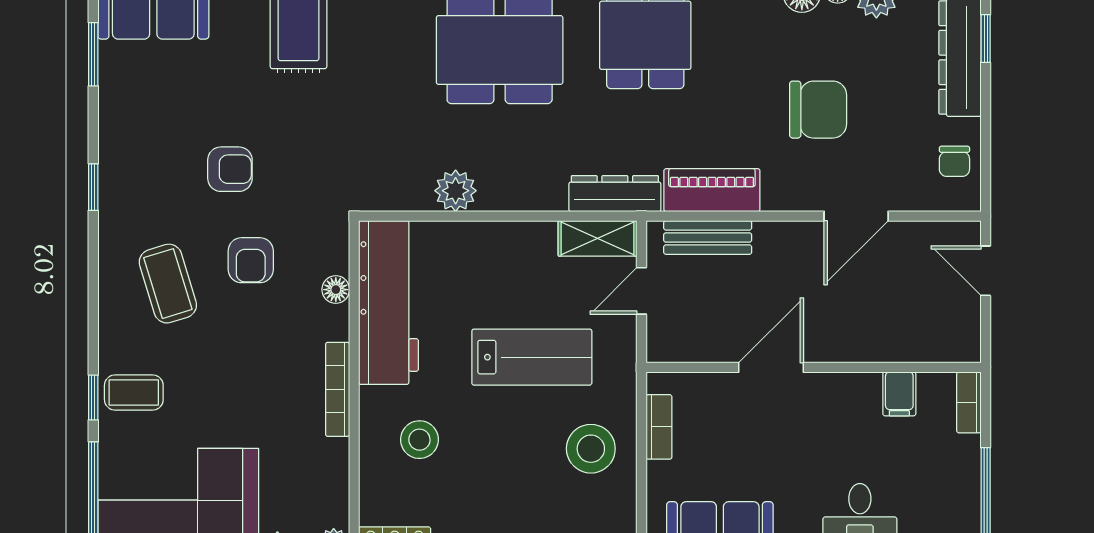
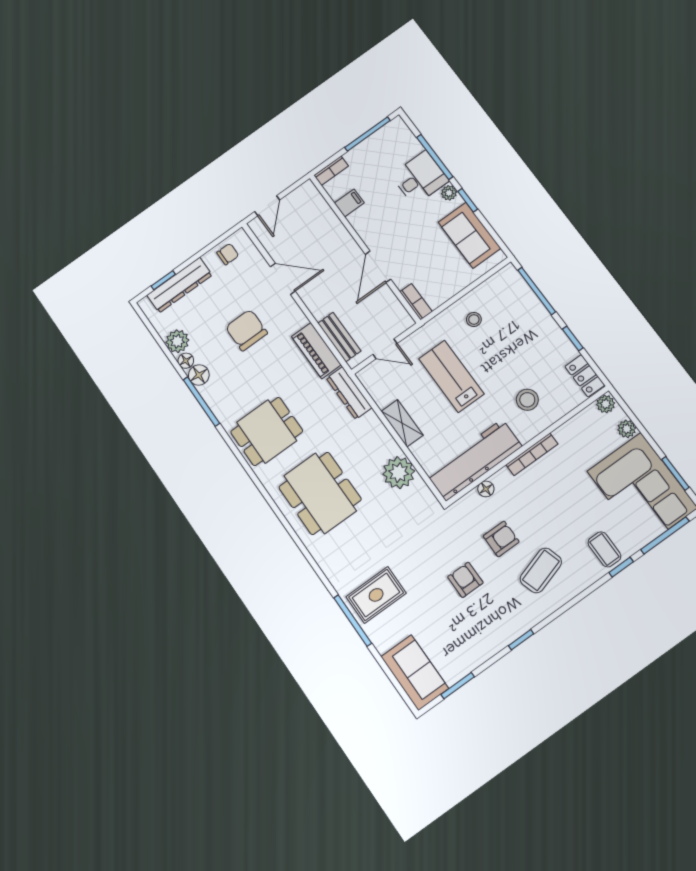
plant: (456, 191) -> (399, 473), width x1.36, depth x1.36
shelving: (598, 238) -> (402, 423), moved
door: (771, 367) -> (378, 267), hinge flipped
bookcase: (659, 427) -> (416, 302), moved, turned 90
stool: (591, 449) -> (474, 319), width x0.53, depth x0.53

